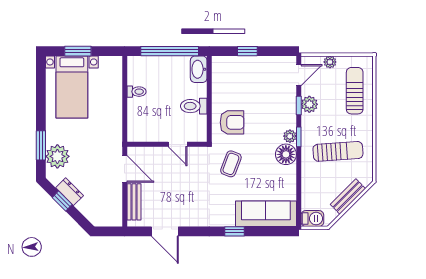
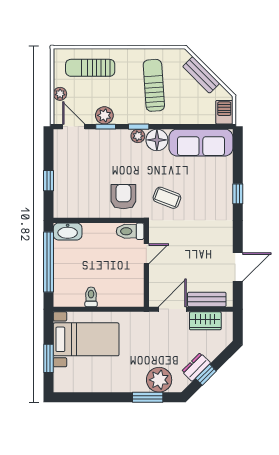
bed with nightstands: (72, 87) -> (86, 339), moved
toilet: (194, 106) -> (130, 231), moved, turned 90
wardrobe: (114, 200) -> (205, 321), added
sofa: (266, 214) -> (201, 143), moved, turned -90

